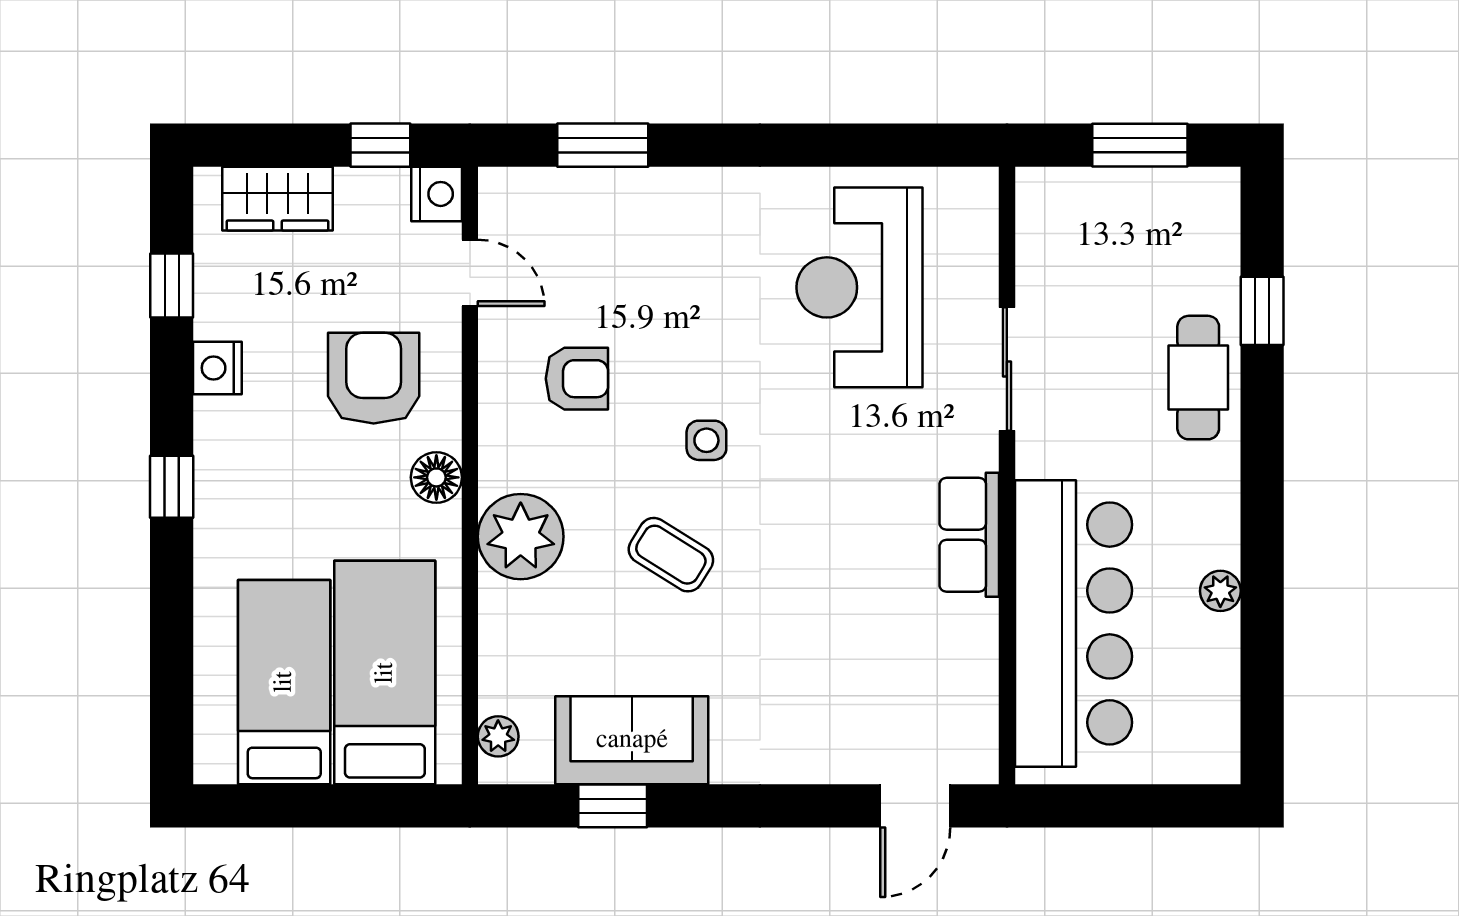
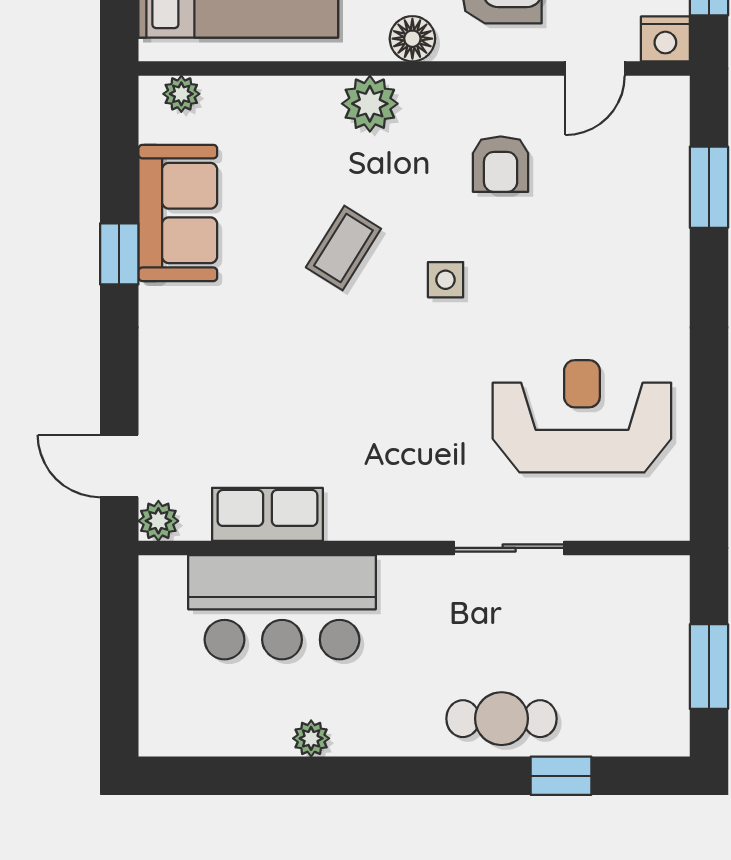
row of seats: (969, 535) -> (267, 514), moved
plant: (521, 537) -> (370, 104), width x0.73, depth x0.73
bar counter: (1073, 623) -> (282, 607), width x0.73
plant: (977, 762) -> (158, 521), added
window: (613, 806) -> (119, 254), moved

